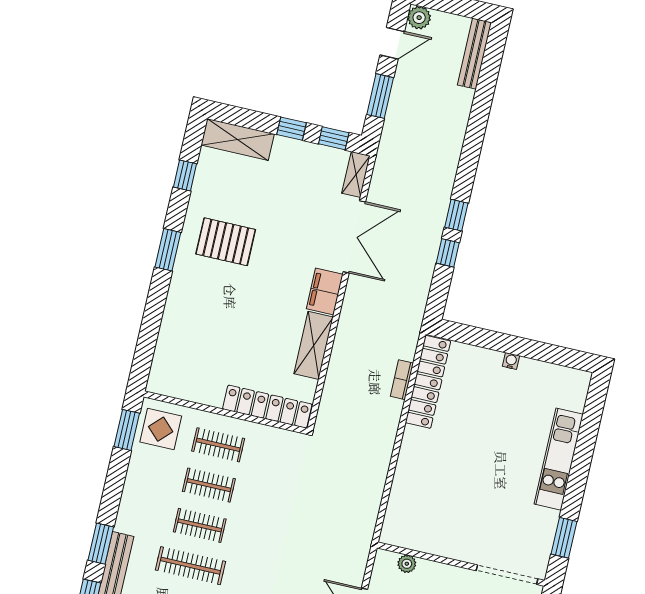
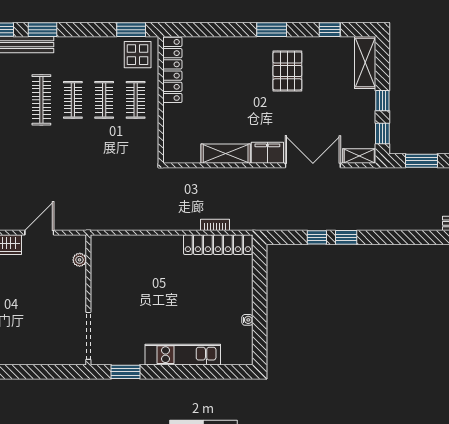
double door: (354, 237) -> (313, 165), swing flipped
water cooler: (511, 361) -> (247, 320), moved
locker: (267, 407) -> (172, 70), moved

